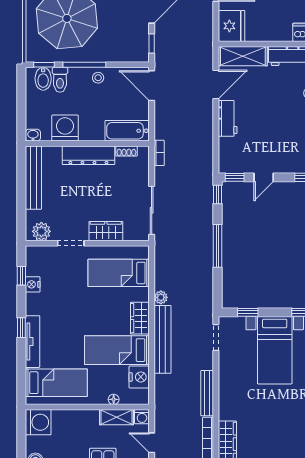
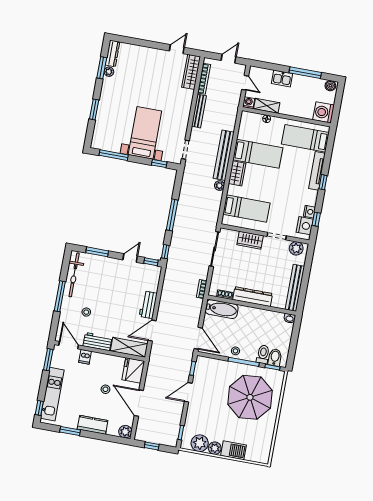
washing machine: (65, 128) -> (266, 319), removed
nightstand: (139, 377) -> (305, 226), moved, turned 180

